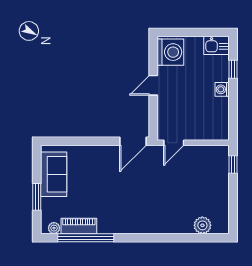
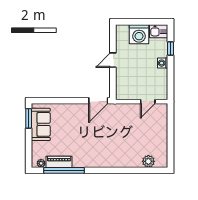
washing machine: (170, 52) -> (139, 34), moved, turned 90
door: (174, 143) -> (148, 102), moved
window: (233, 165) -> (171, 117), removed
window: (37, 197) -> (29, 118), moved

